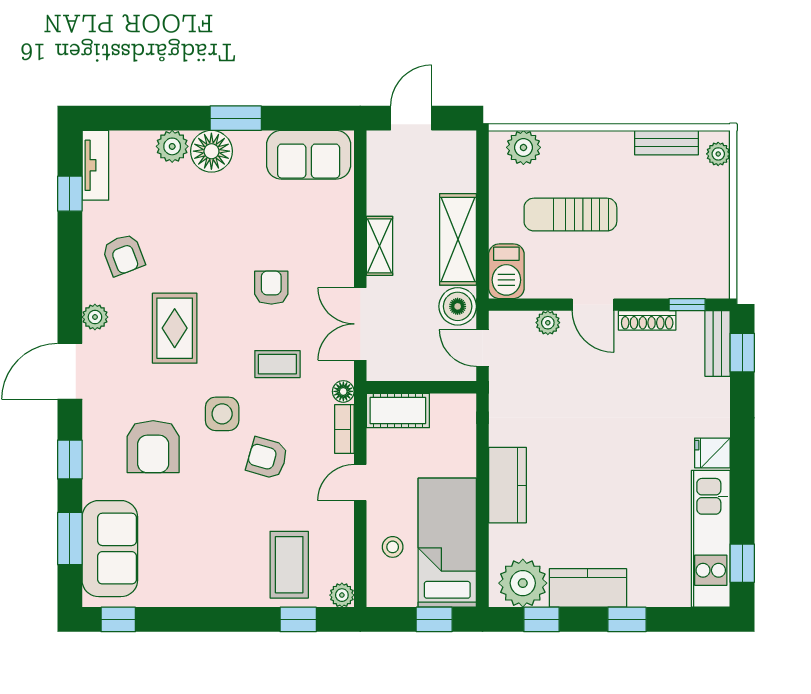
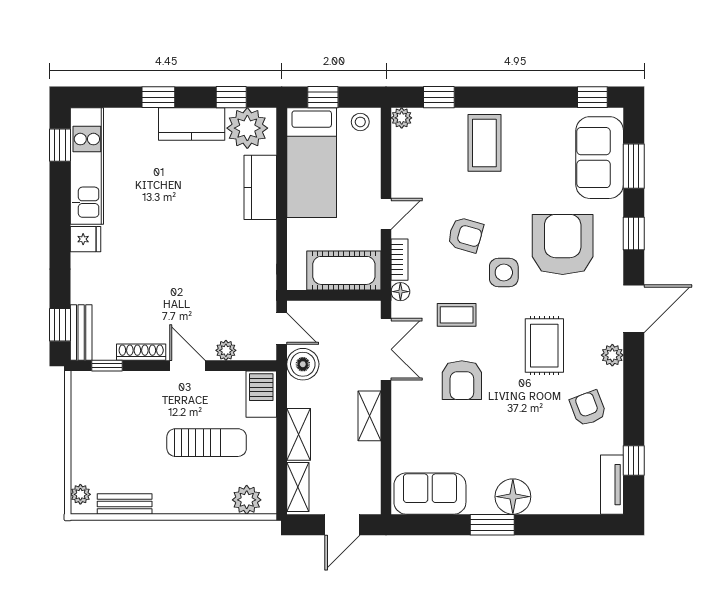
plant: (172, 146) -> (546, 501), removed
shelving: (463, 162) -> (298, 487), added
shelving: (458, 239) -> (299, 434), width x0.67, depth x0.75
armchair: (271, 288) -> (462, 380), width x1.38, depth x1.38
cot: (398, 410) -> (344, 270), width x1.37, depth x1.34
armchair: (153, 447) -> (563, 244), width x1.36, depth x1.36
kitchen counter: (507, 485) -> (260, 187), moved
stool: (393, 547) -> (360, 122), moved
coffee table: (289, 565) -> (484, 143), moved

